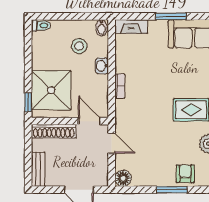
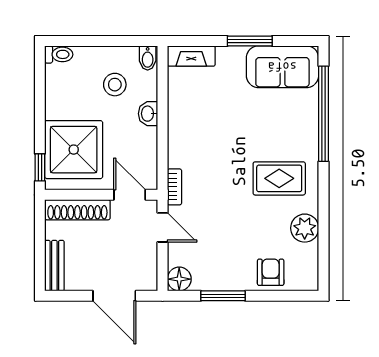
bookcase: (120, 86) -> (174, 187), moved
window: (172, 190) -> (223, 296), moved

